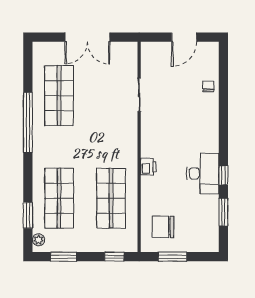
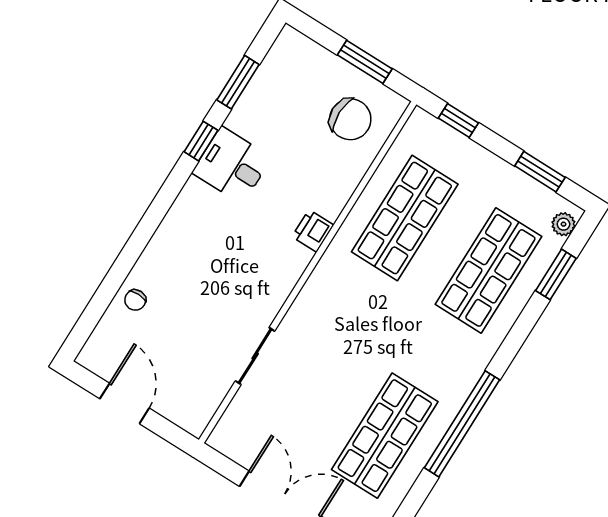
door: (184, 37) -> (124, 403), hinge flipped
desk: (203, 173) -> (232, 165), width x0.73

